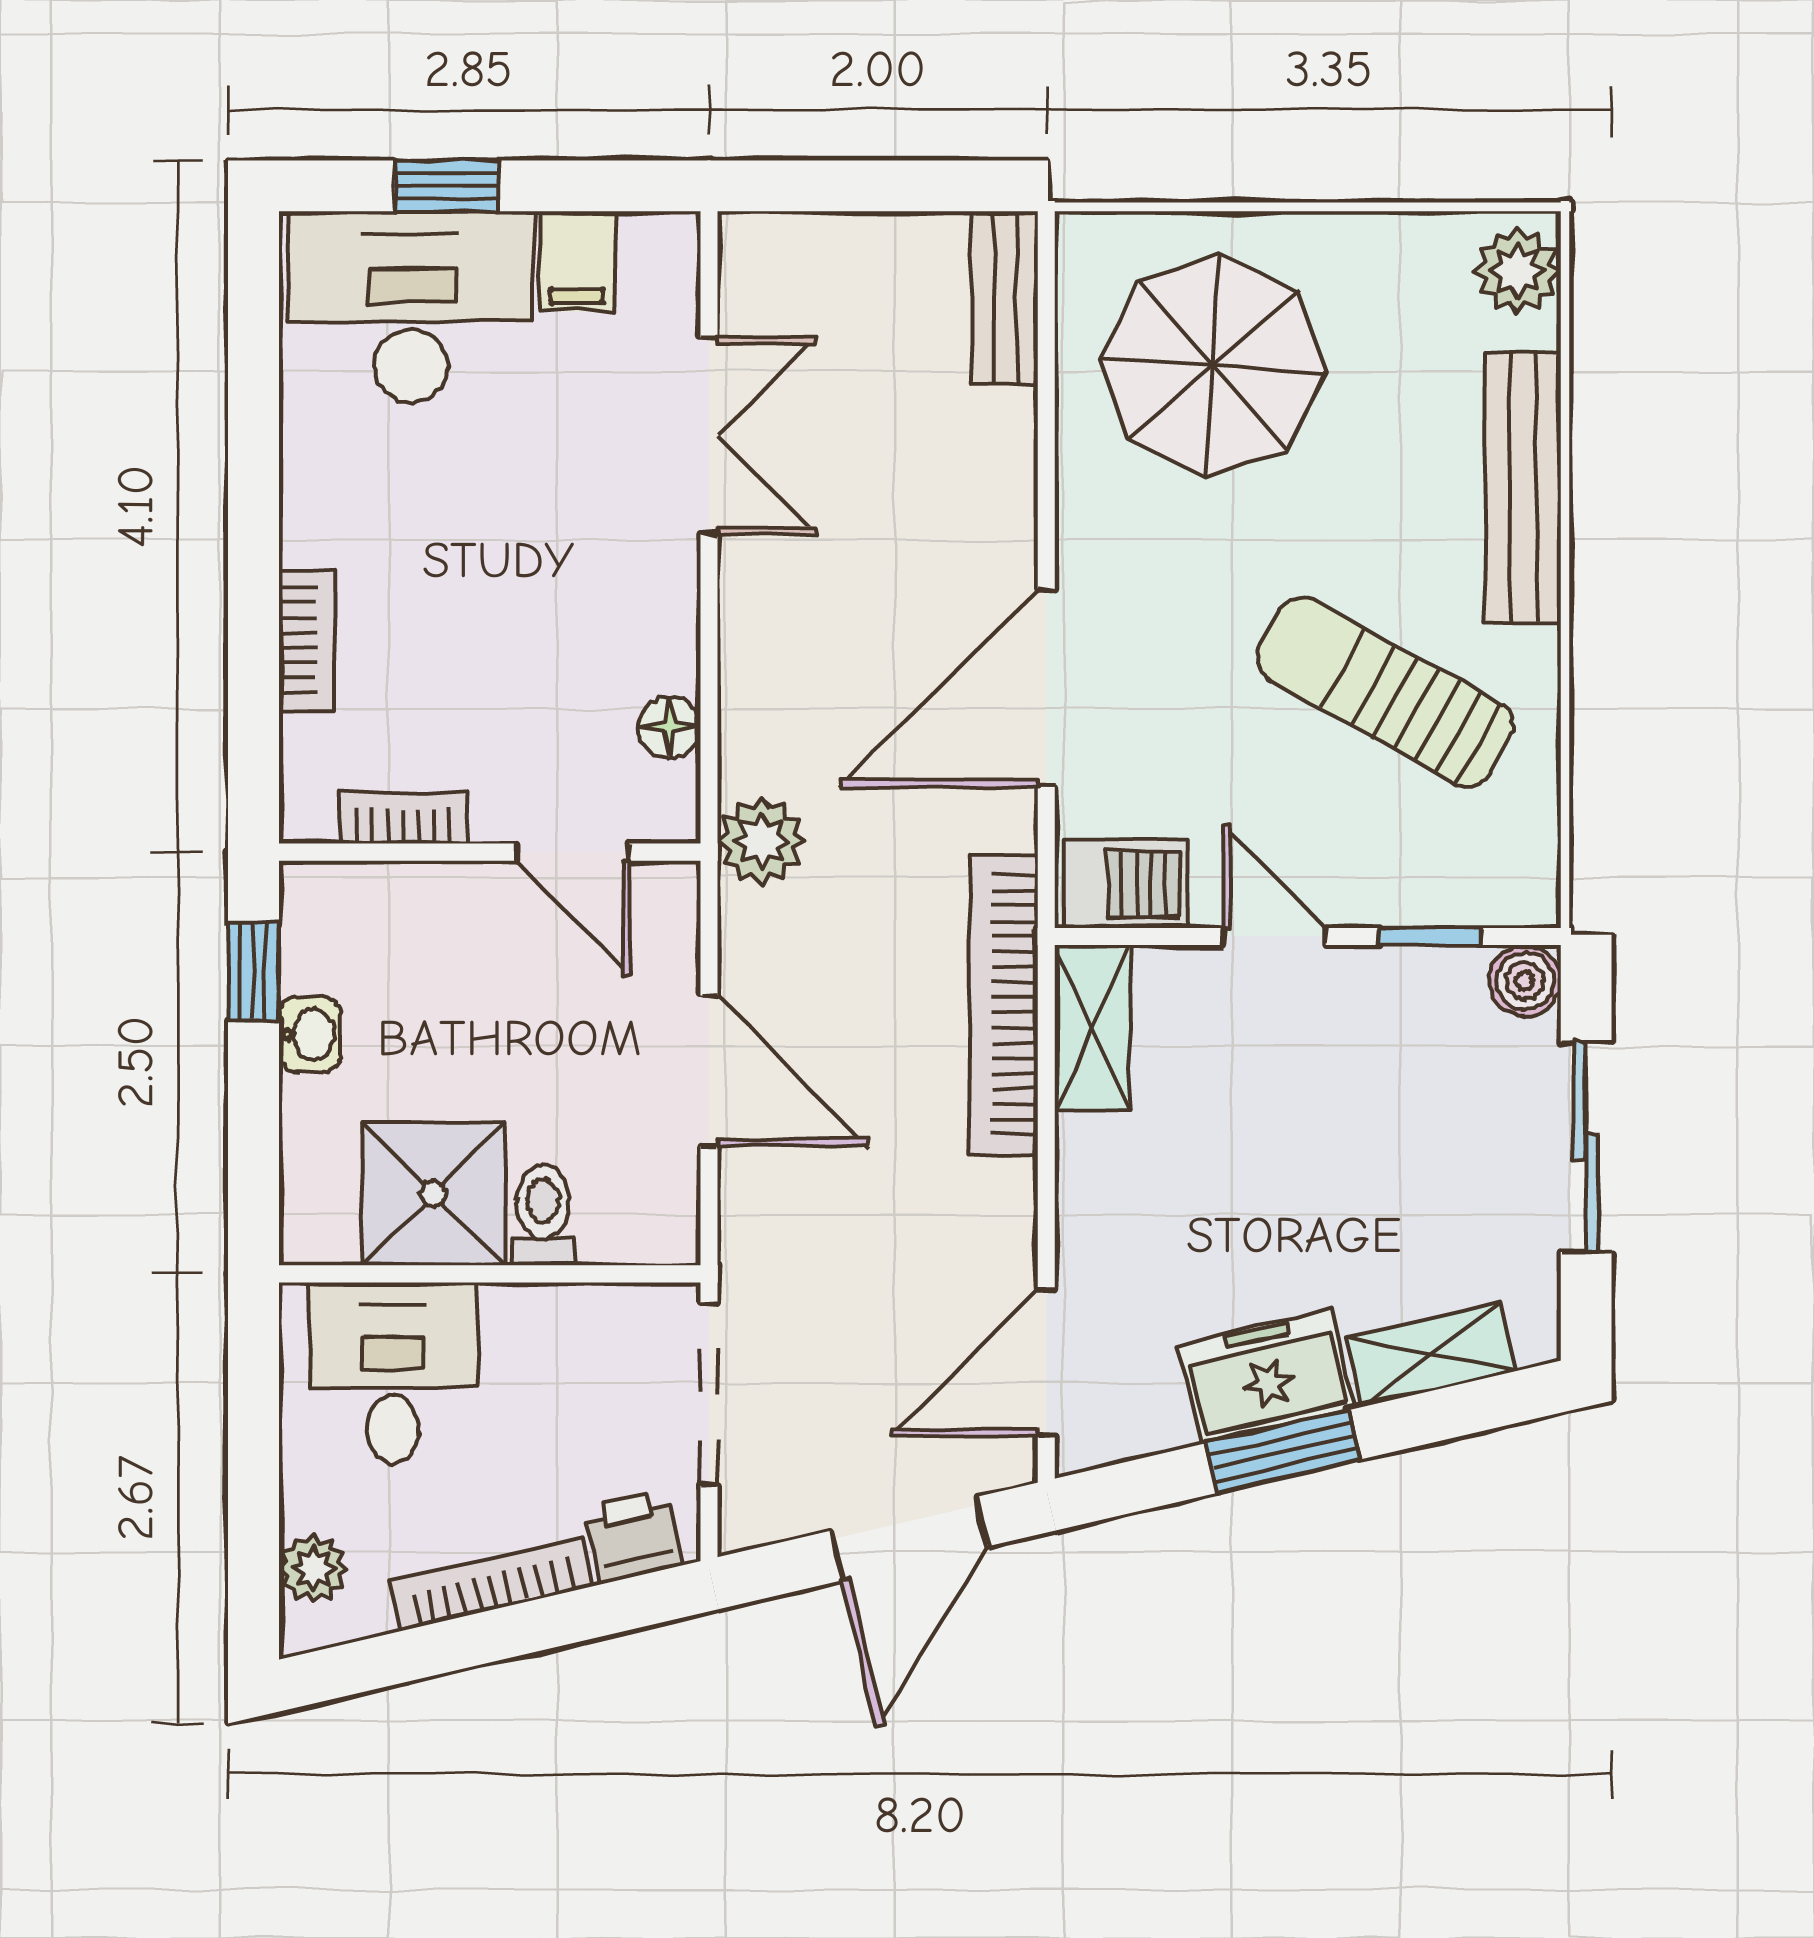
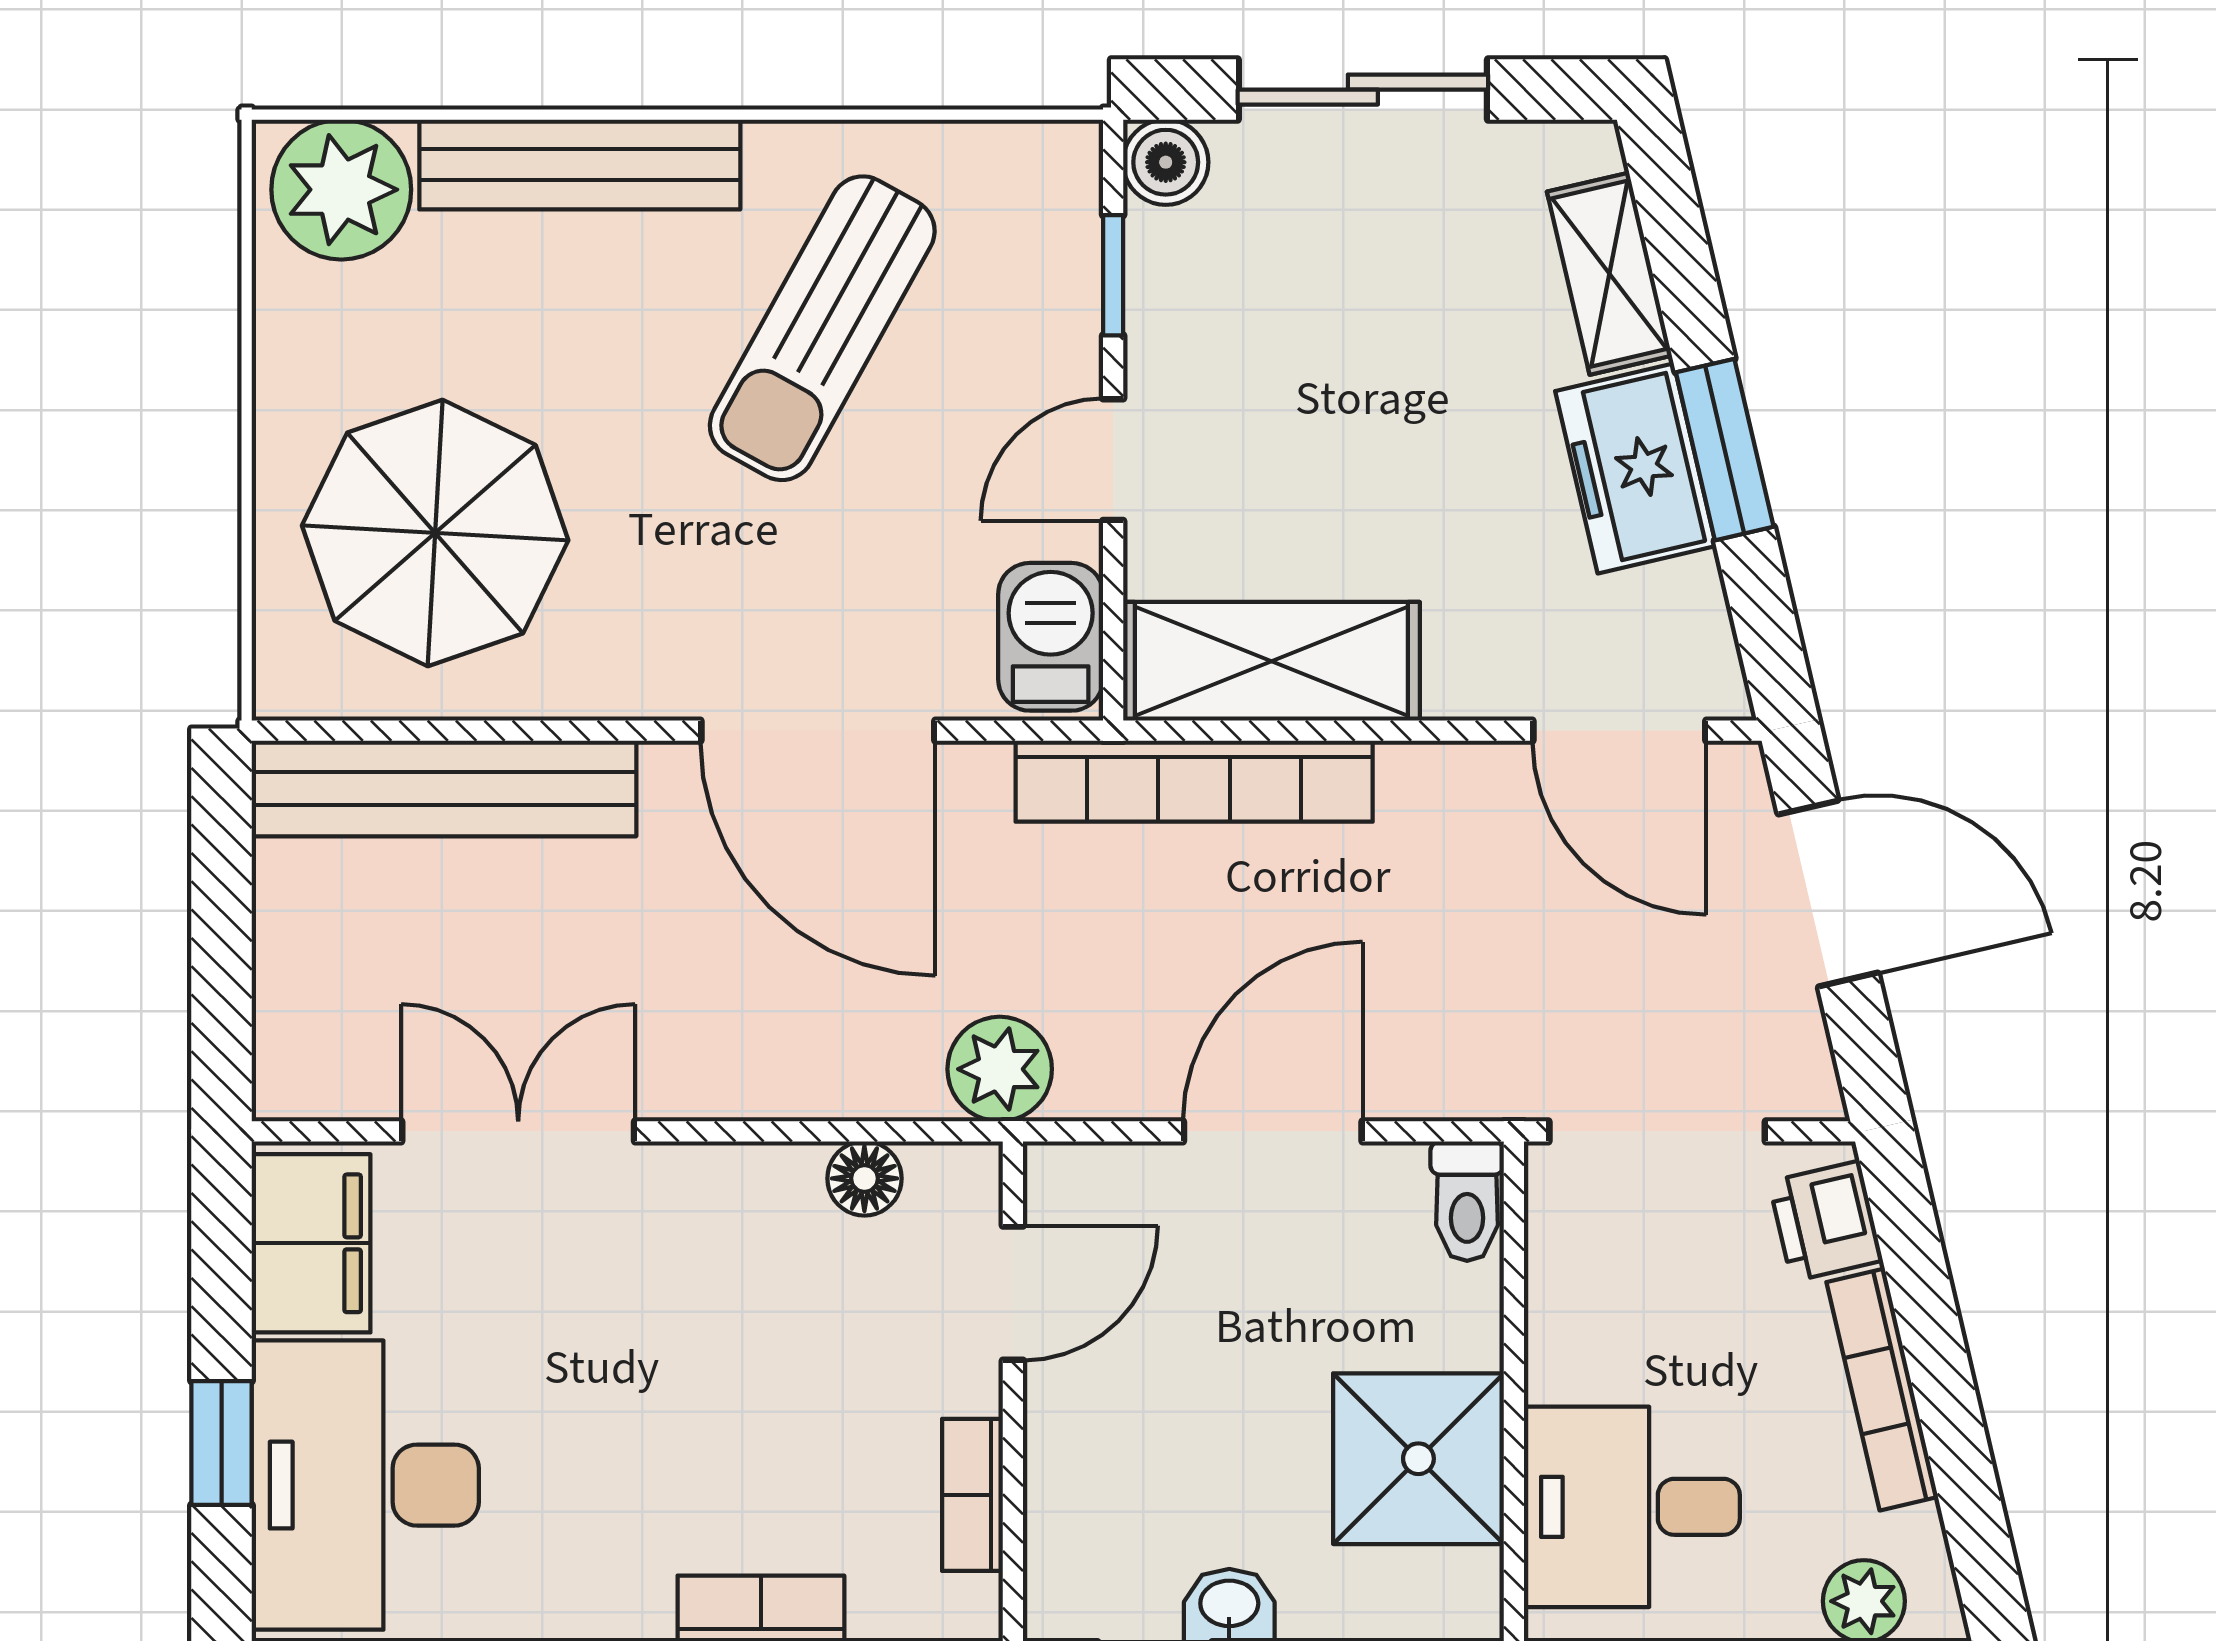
filing cabinet: (577, 261) -> (311, 1243), width x2.00
plant: (1518, 271) -> (341, 190), width x1.36, depth x1.36
bench: (1005, 298) -> (444, 789), width x1.86, depth x1.21
shelving: (1092, 1028) -> (1271, 661), width x1.50, depth x1.33
toilet: (543, 1215) -> (1467, 1201), moved, turned -90

